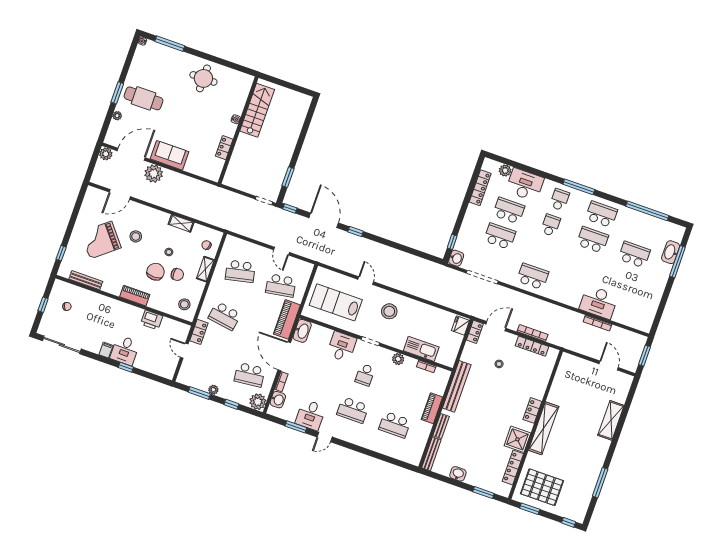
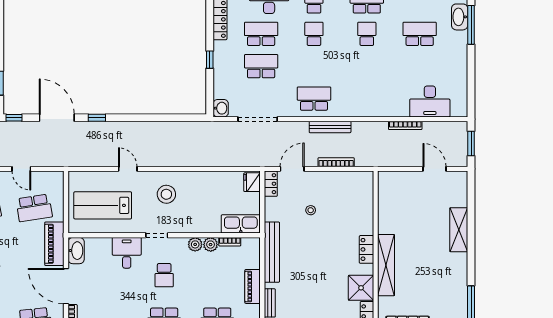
school desk: (592, 240) -> (367, 34), width x0.54
window: (452, 242) -> (210, 60), moved
desk: (599, 302) -> (430, 101), moved
bench: (537, 303) -> (330, 127), added
locker: (532, 346) -> (341, 177), removed
kitchen sink: (421, 349) -> (241, 224), moved
plant: (410, 363) -> (211, 245), added

